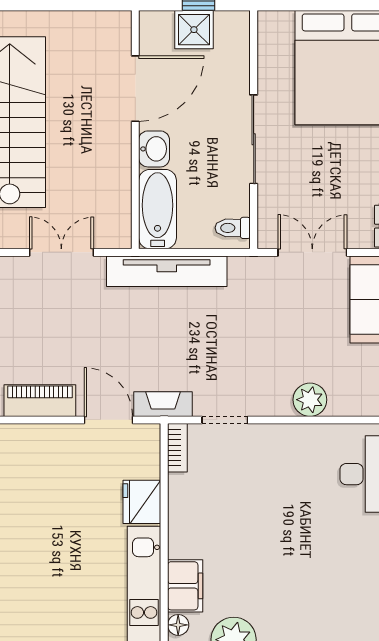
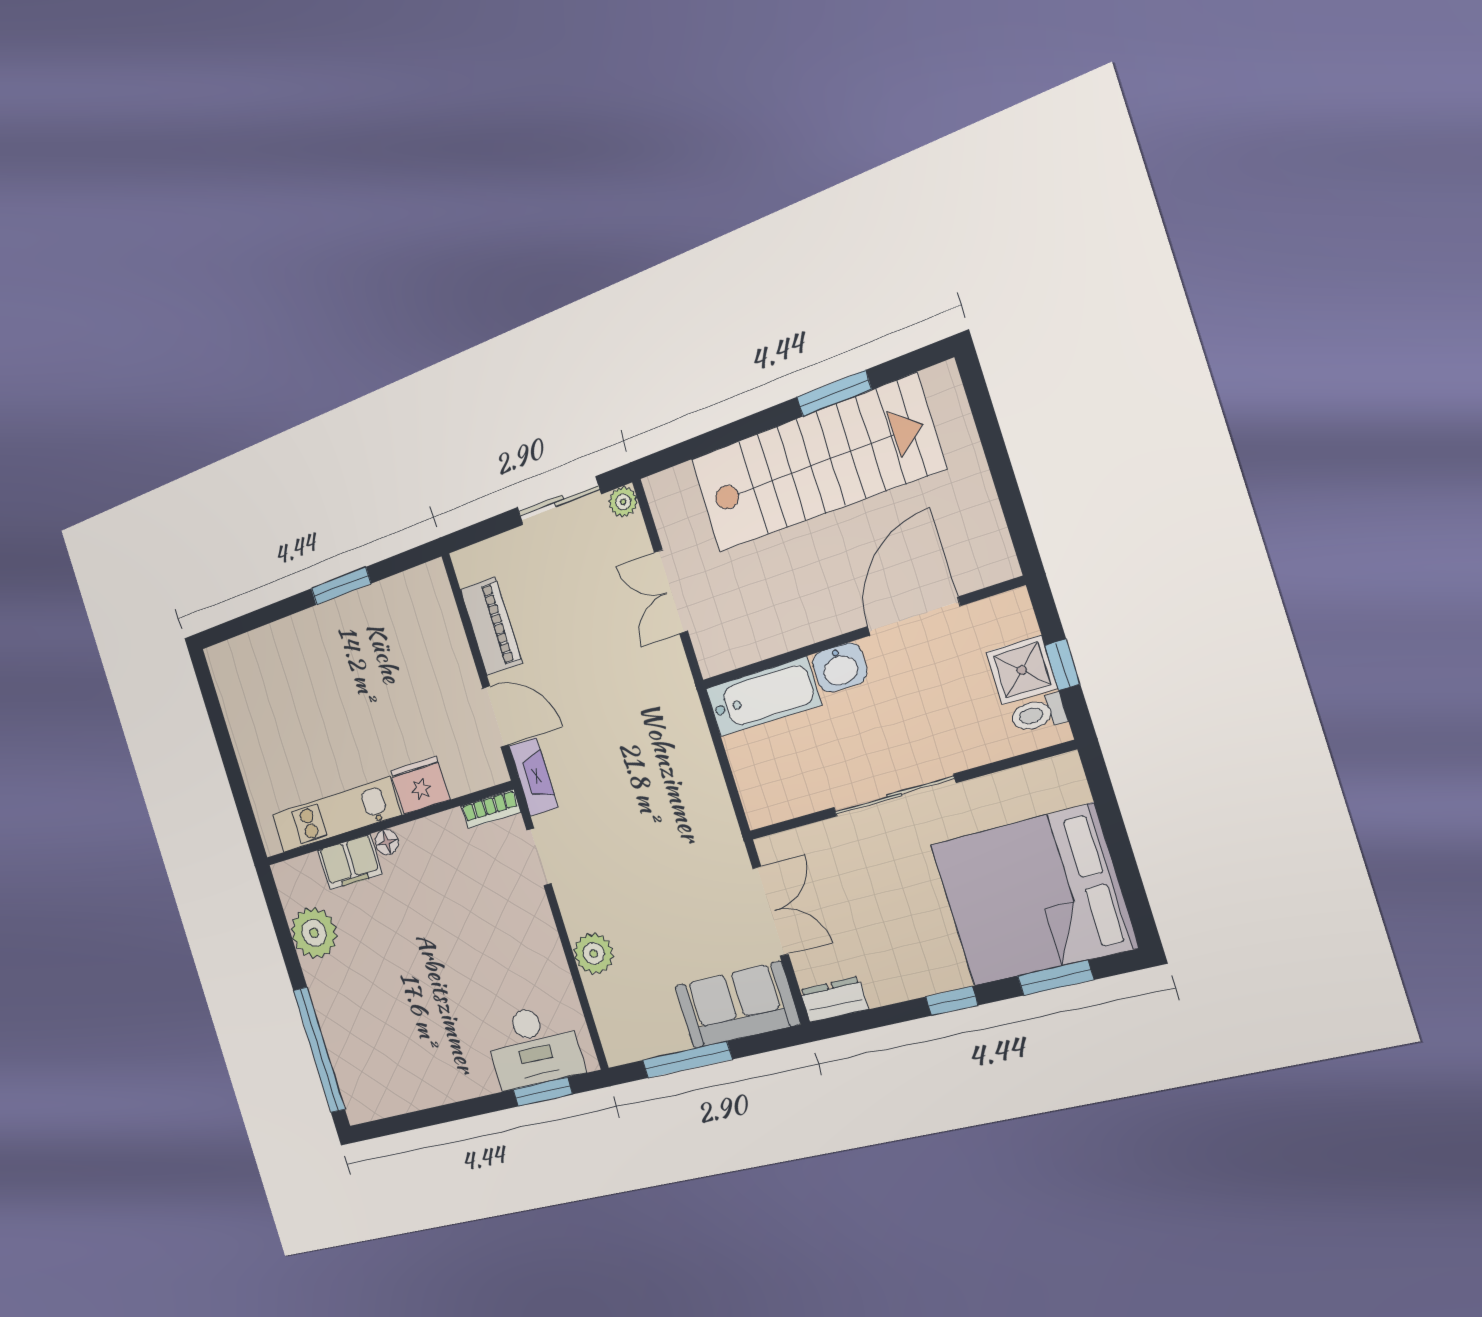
door: (135, 89) -> (914, 616), swing flipped
toilet: (233, 228) -> (1038, 714), moved, turned -90
double door: (61, 252) -> (671, 592), swing flipped
tv unit: (167, 271) -> (690, 733), removed
door: (108, 420) -> (495, 717), hinge flipped
floor lamp: (178, 625) -> (387, 842), moved

